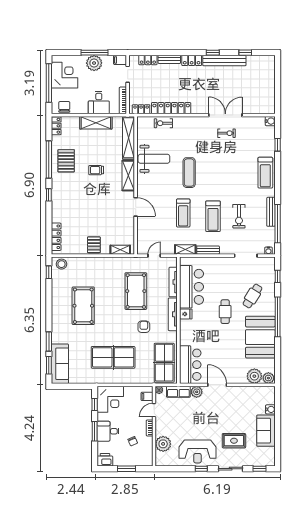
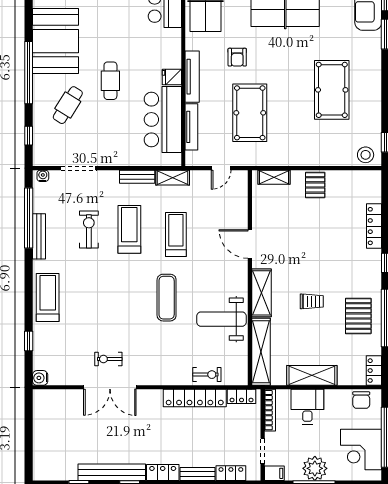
locker: (56, 237) -> (374, 226), moved

